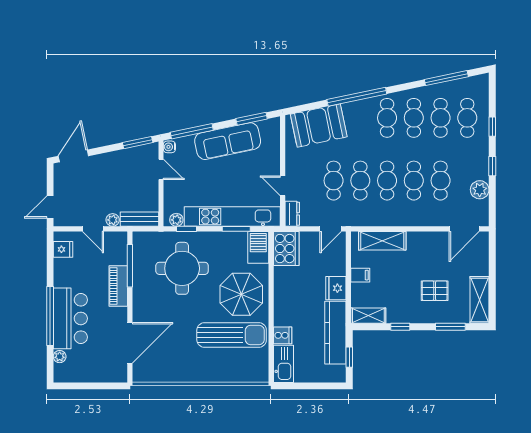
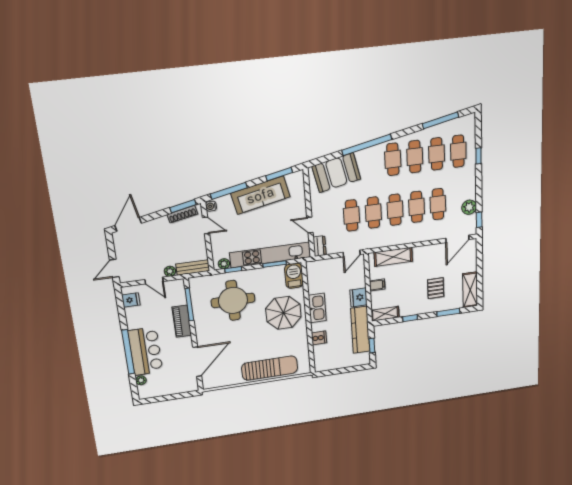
shoe rack: (136, 152) -> (182, 214), added
window: (492, 166) -> (479, 220), moved
cooker: (286, 249) -> (317, 273), removed
pallet: (435, 291) -> (436, 288), turned 90
sun lounger: (232, 335) -> (270, 368), moved
kitchen sink: (283, 364) -> (317, 308), moved

